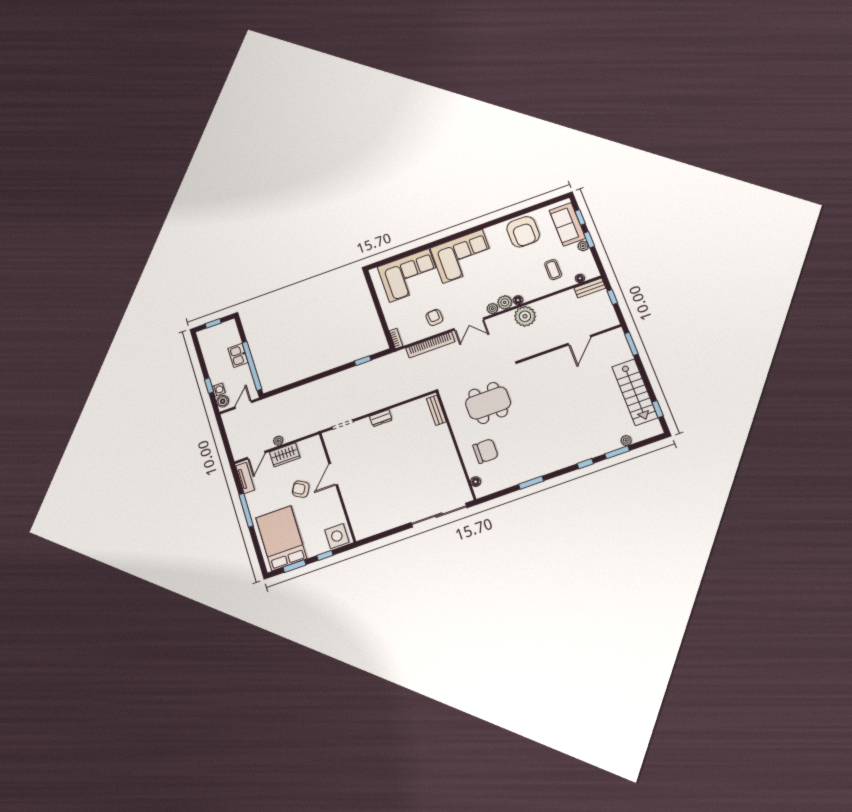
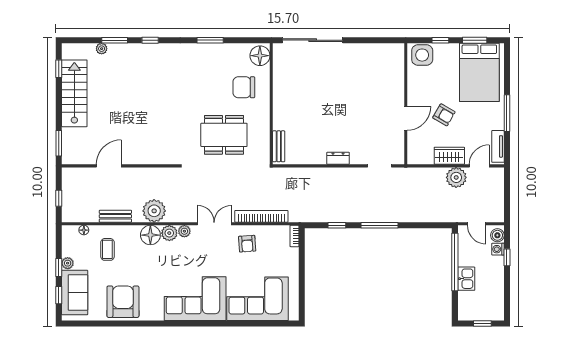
bench: (590, 288) -> (115, 216), moved
floor lamp: (518, 300) -> (150, 235), width x1.89, depth x1.89
window: (326, 374) -> (380, 225), added
door: (243, 405) -> (477, 224), hinge flipped
plant: (278, 441) -> (456, 177), width x1.88, depth x1.88
floor lamp: (476, 482) -> (260, 56), width x1.89, depth x1.89

